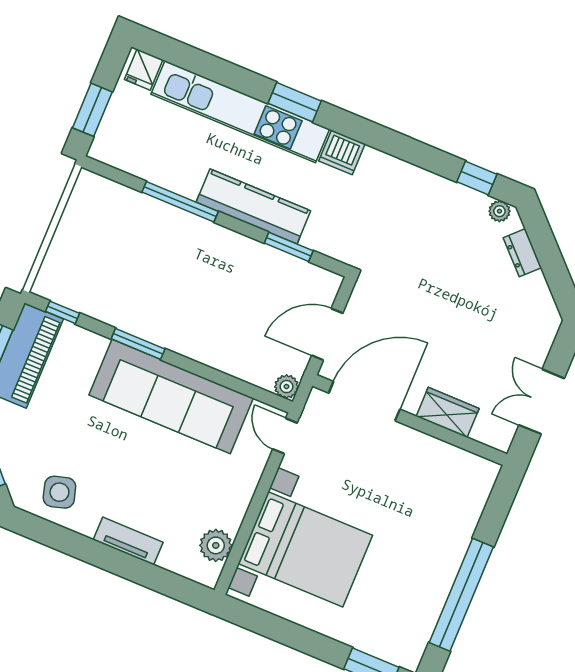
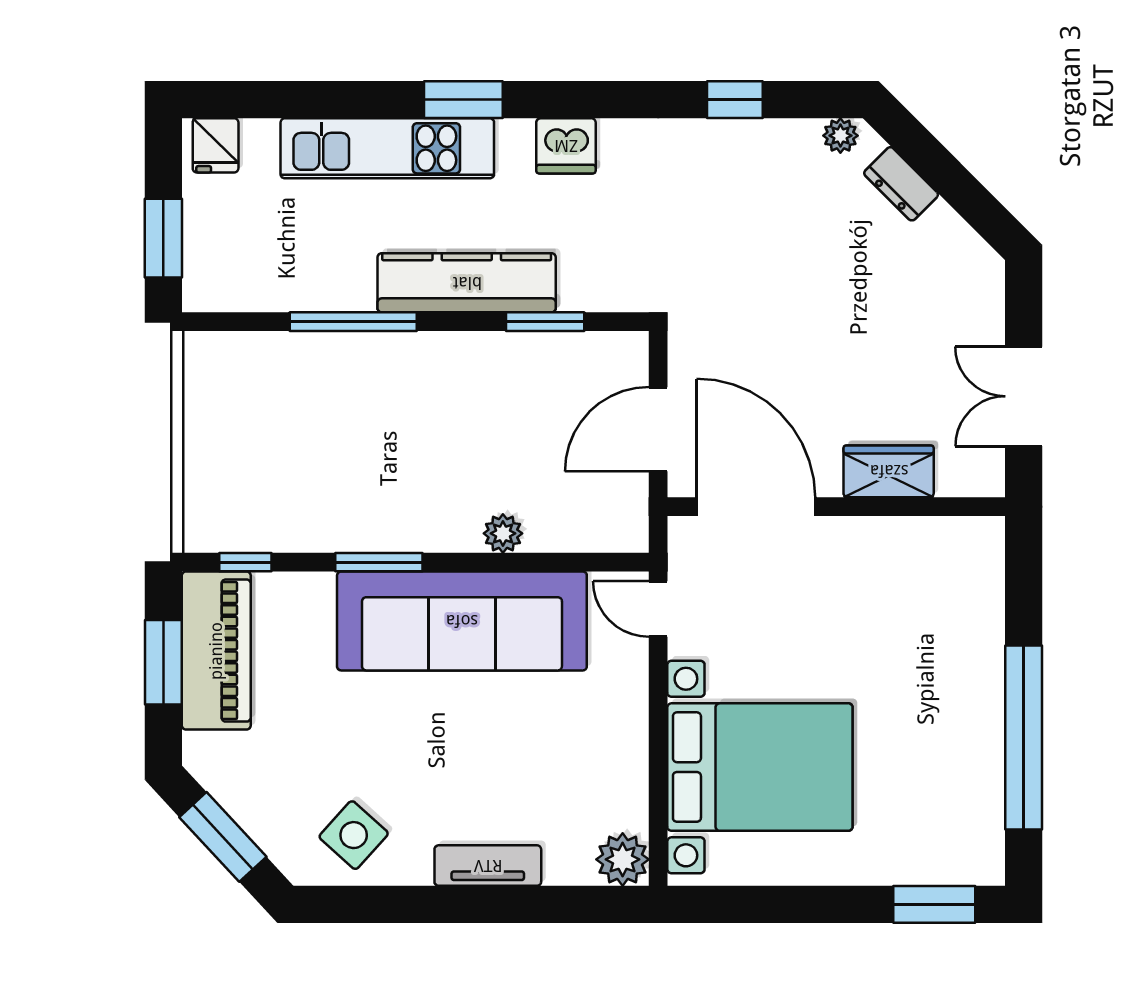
kitchen unit: (240, 112) -> (387, 148), width x0.73
window: (477, 178) -> (735, 100), moved
plant: (286, 387) -> (503, 533), moved
door: (364, 401) -> (756, 507), hinge flipped
side table: (59, 492) -> (354, 835), turned -32
plant: (216, 545) -> (623, 859), moved

